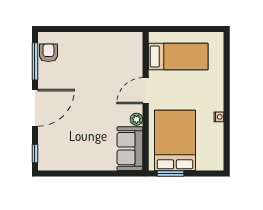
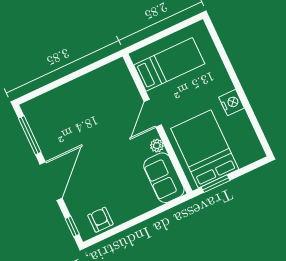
armchair: (48, 53) -> (100, 220), moved
nightstand: (219, 117) -> (232, 103), width x1.89, depth x1.79

